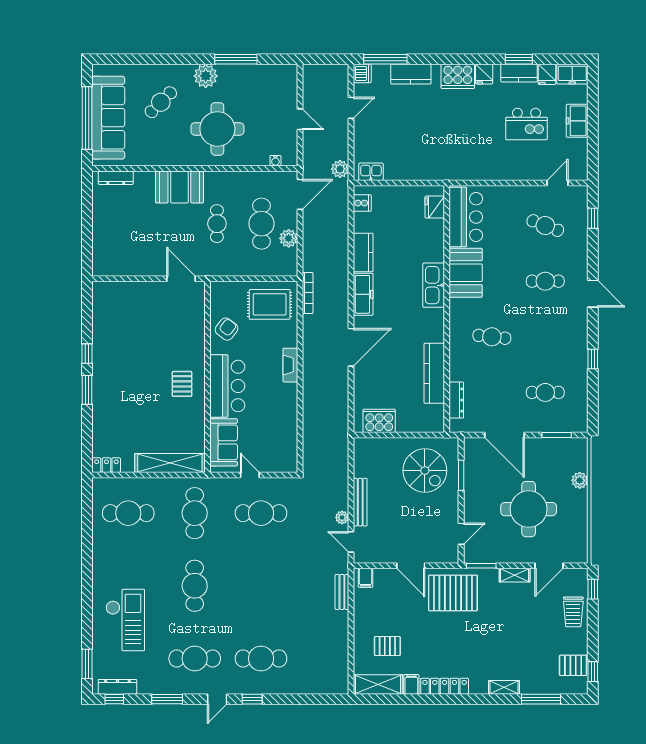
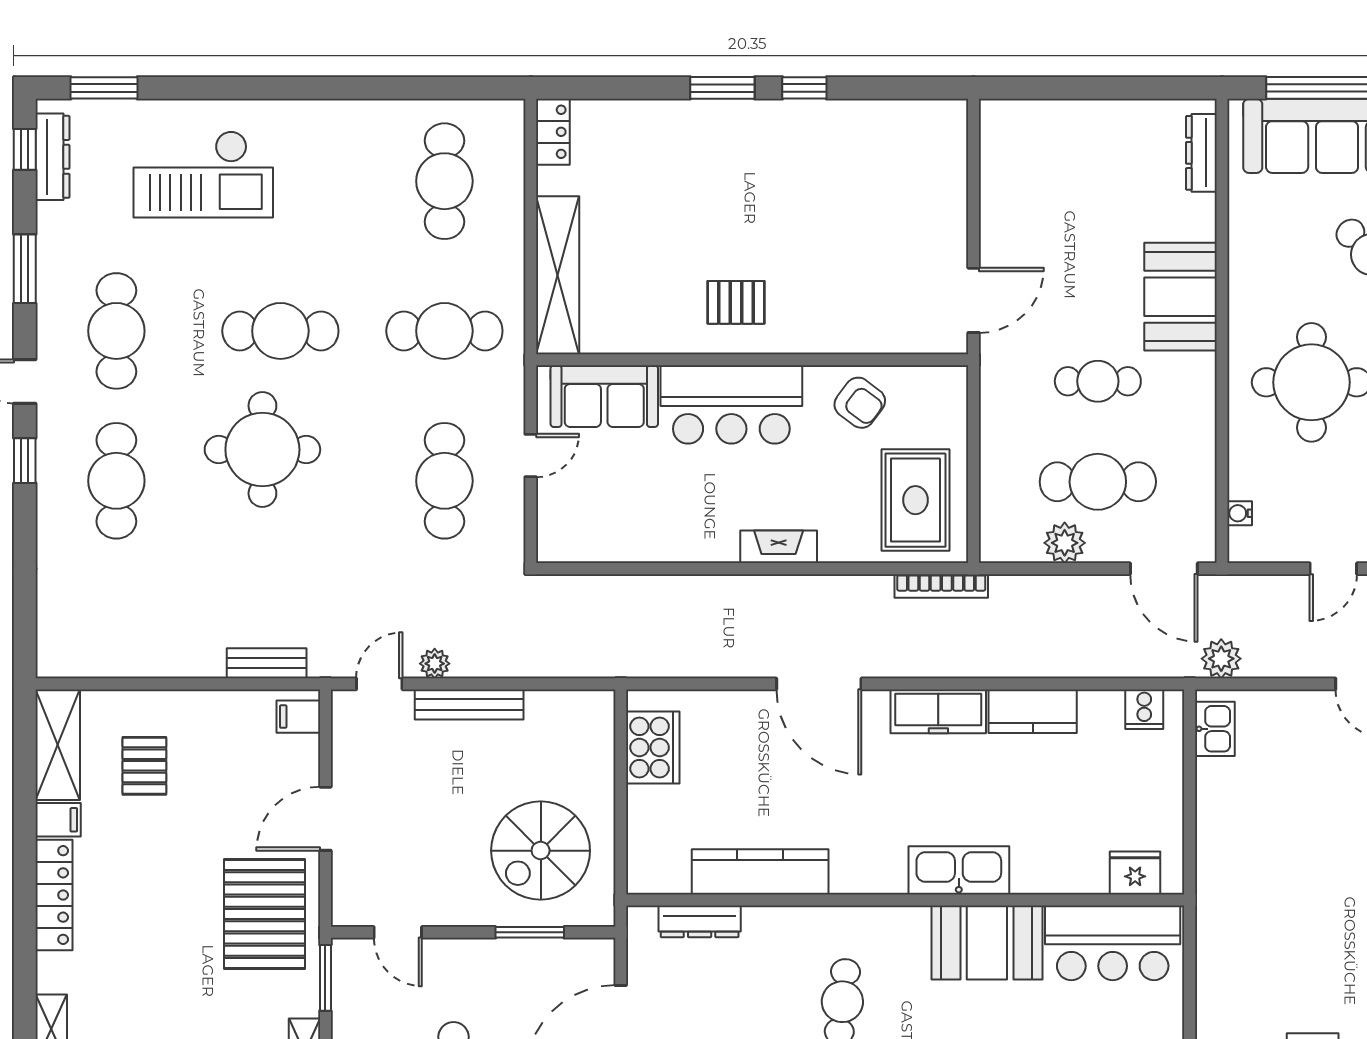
round table: (247, 594) -> (262, 450), added

